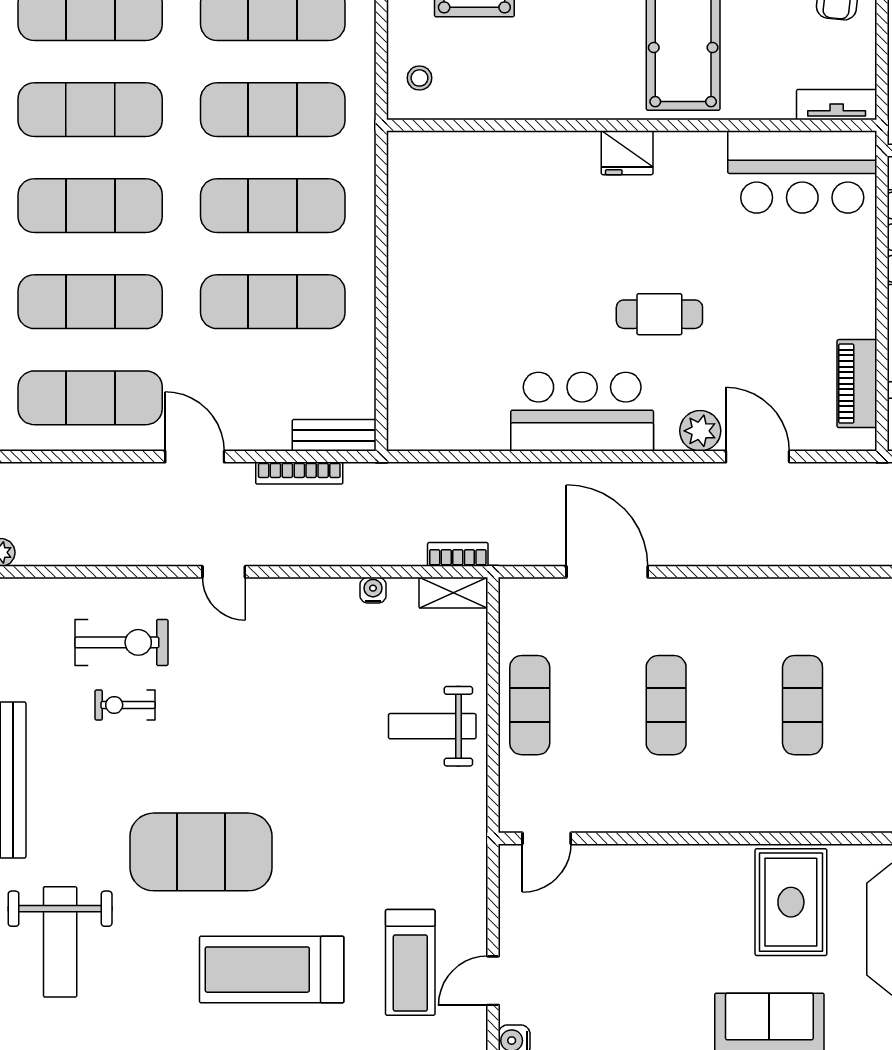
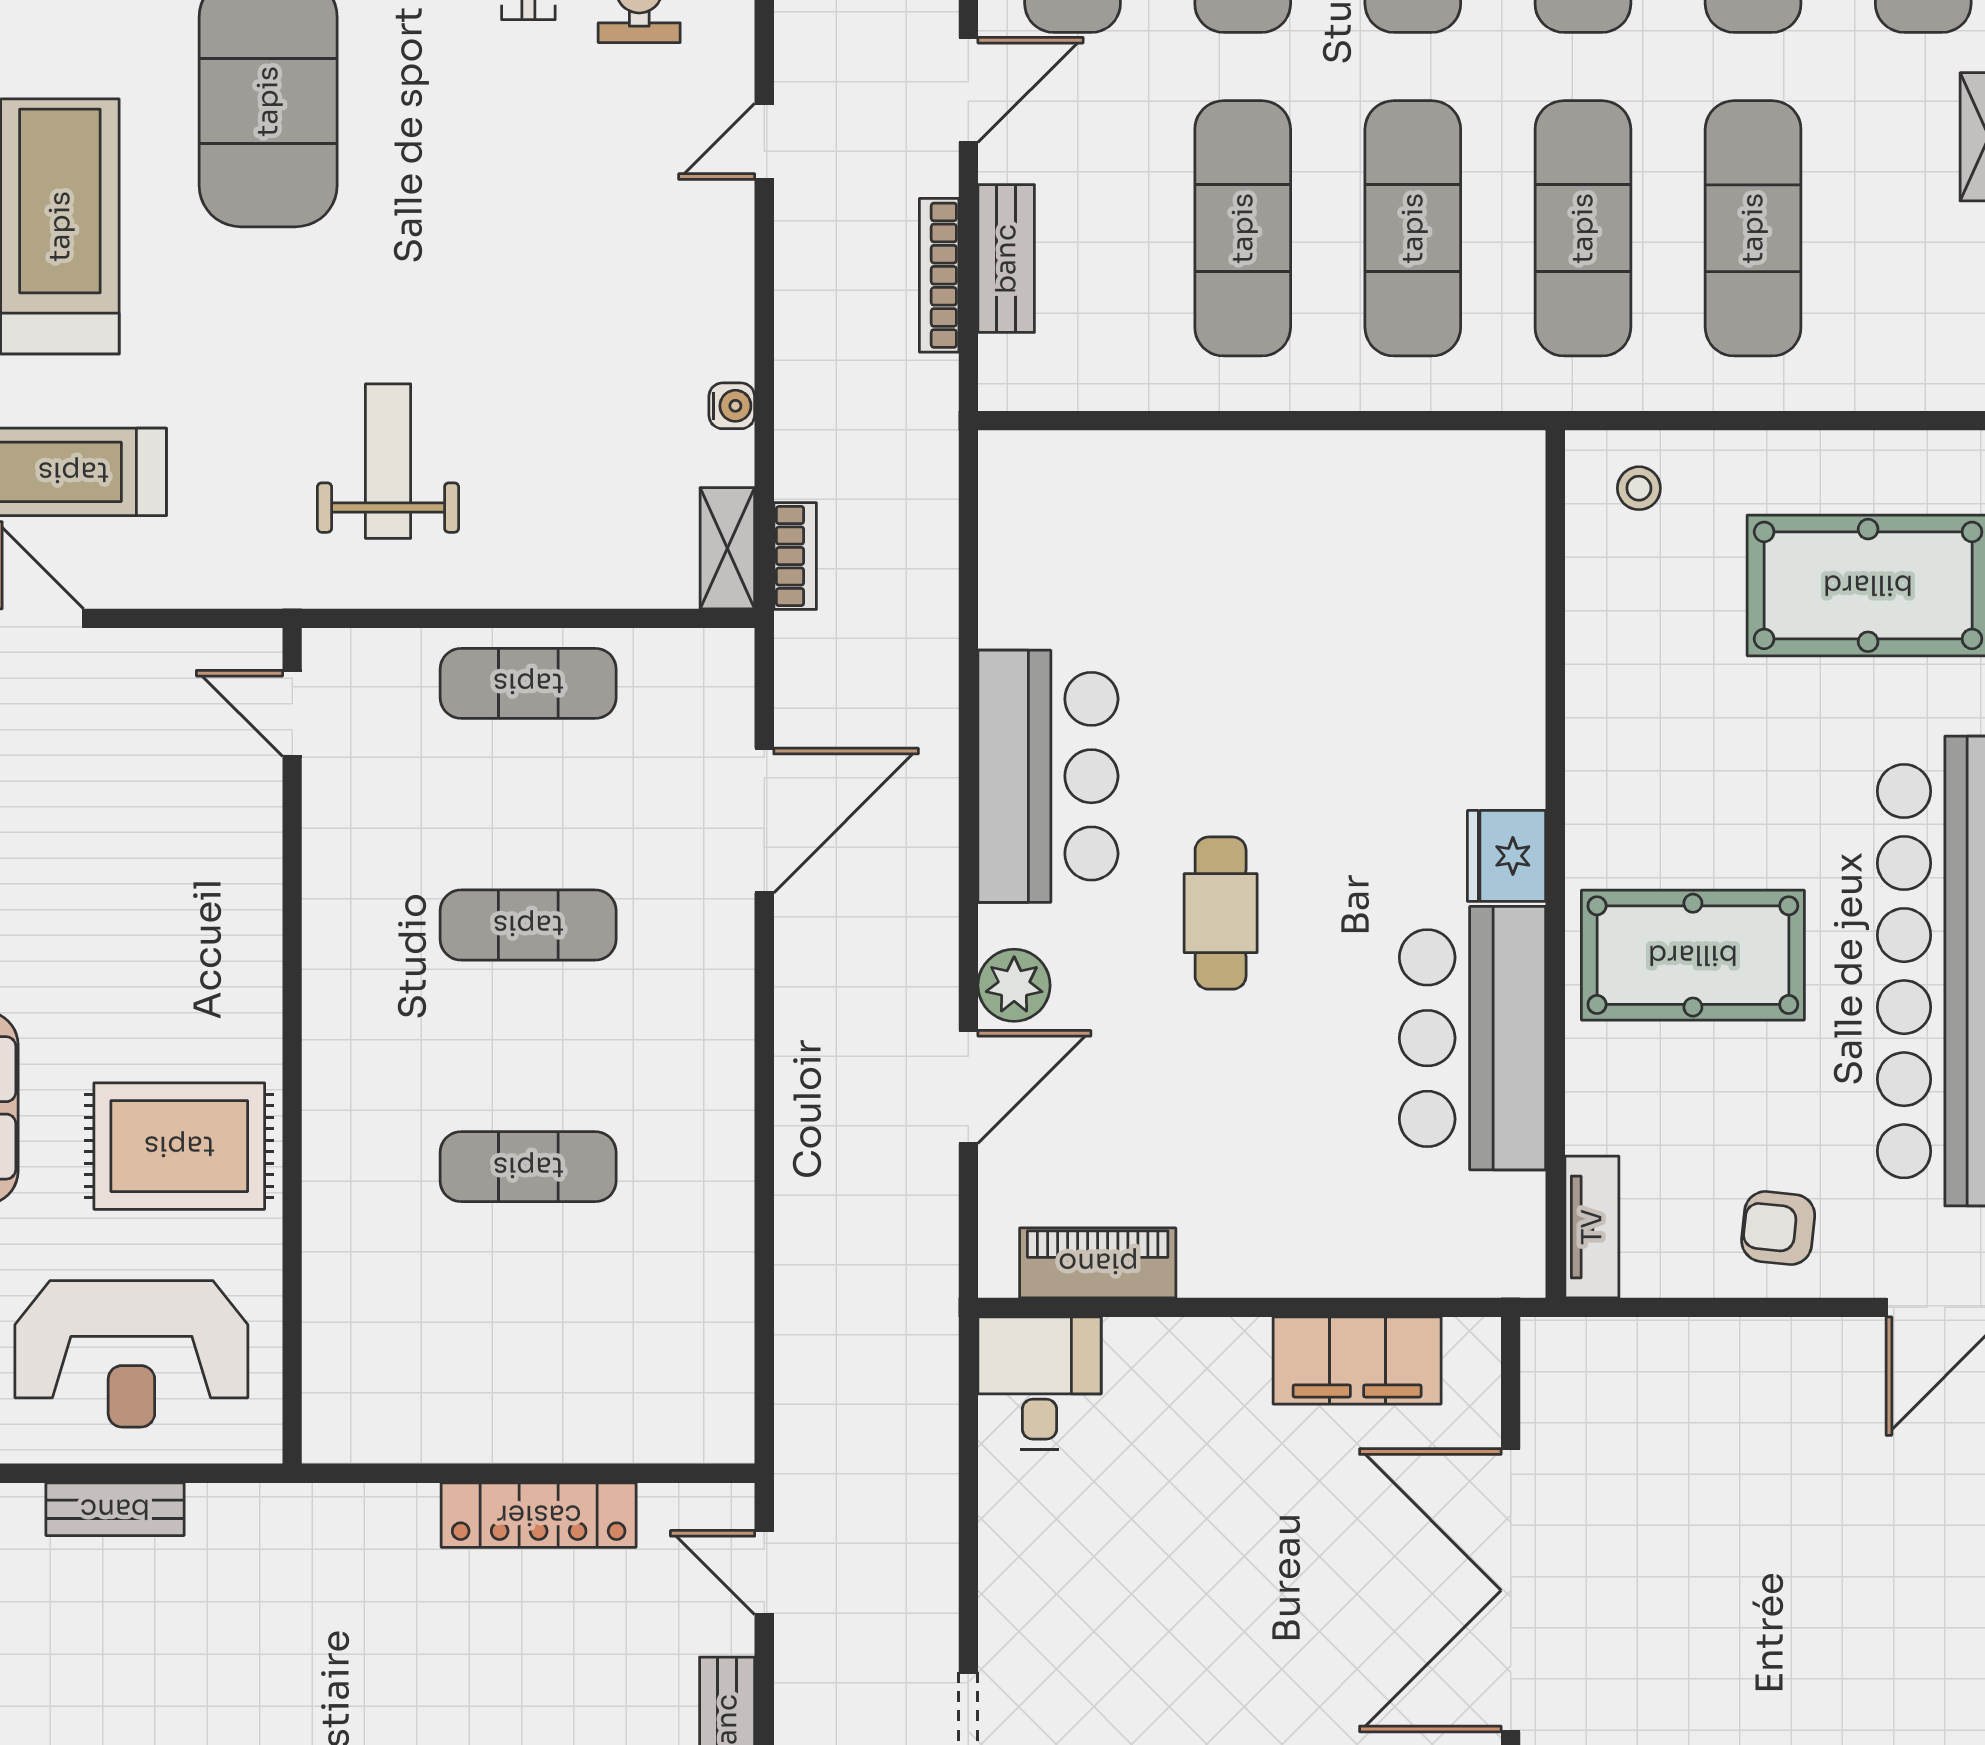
bar counter: (802, 172) -> (1473, 1038), moved
bench: (334, 435) -> (1006, 259), moved
weight bench: (432, 726) -> (388, 461), moved

